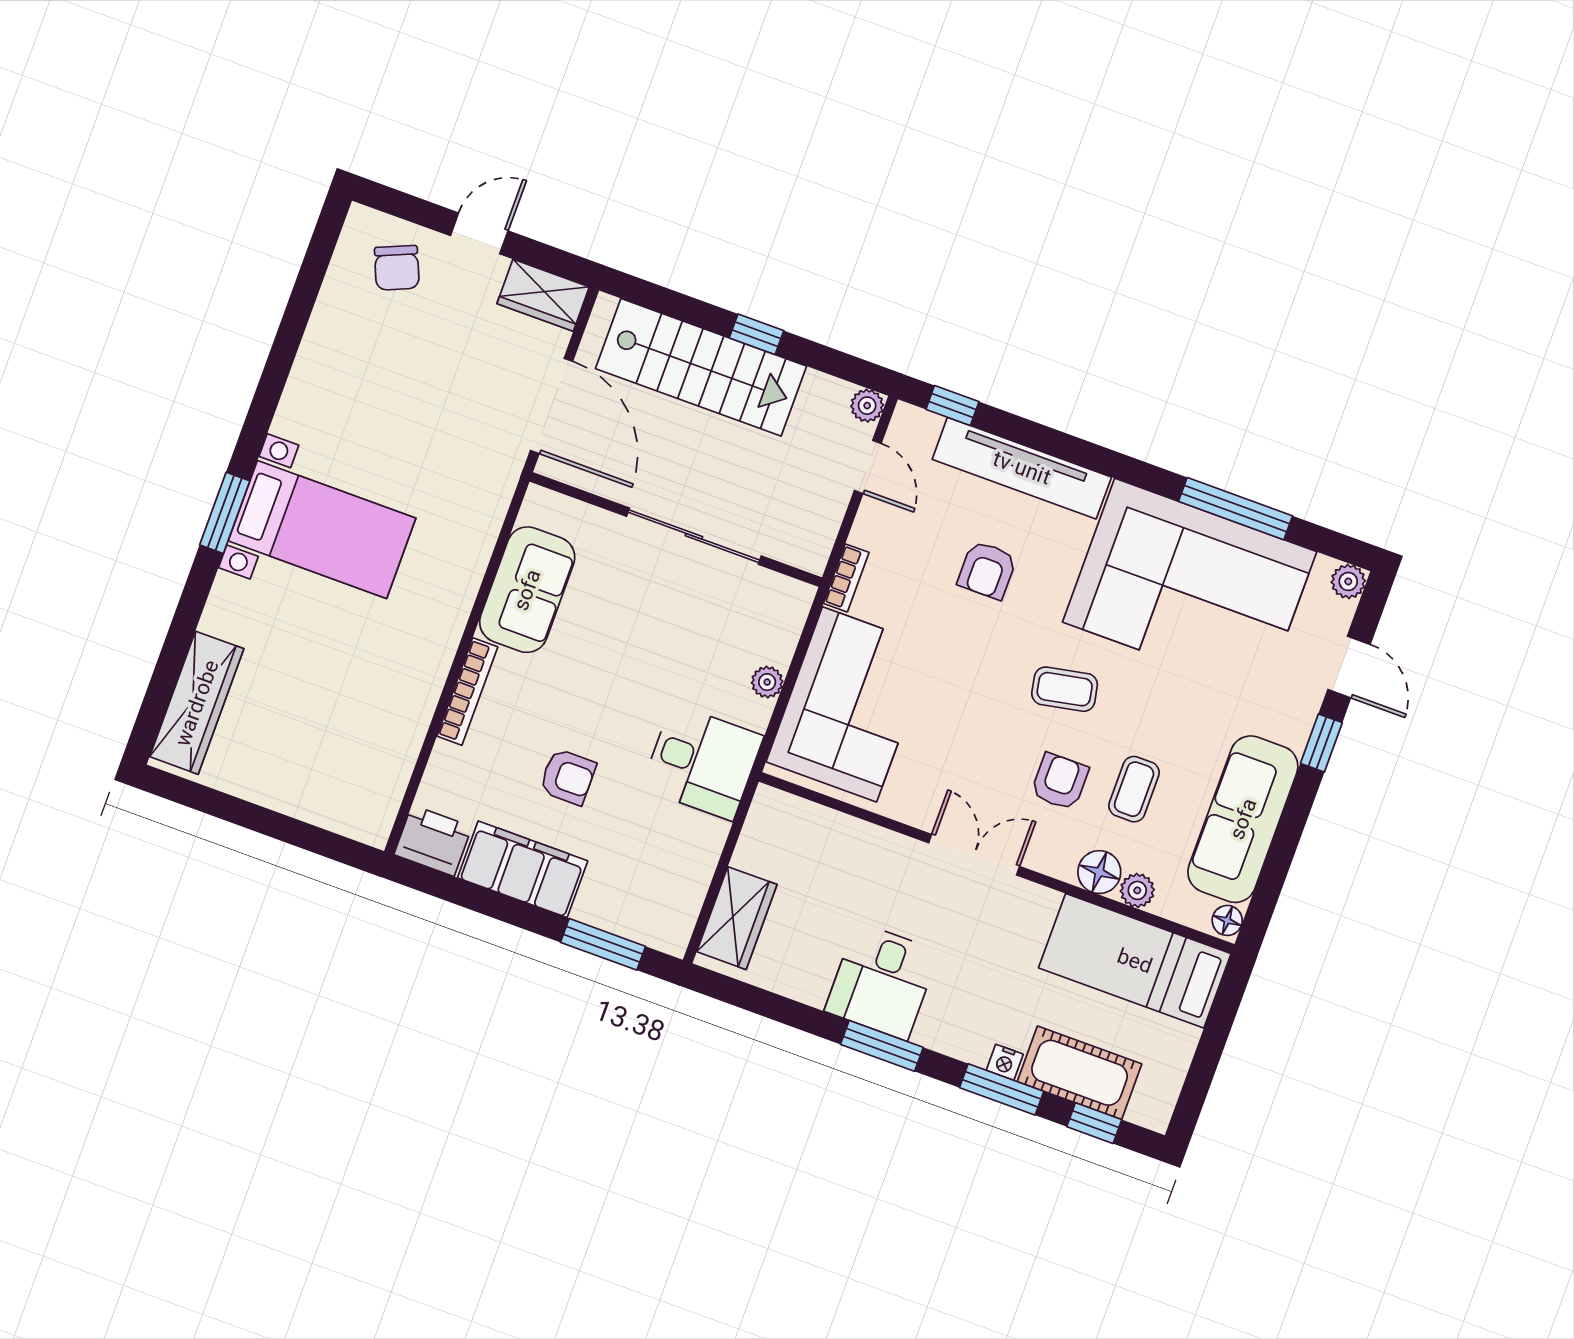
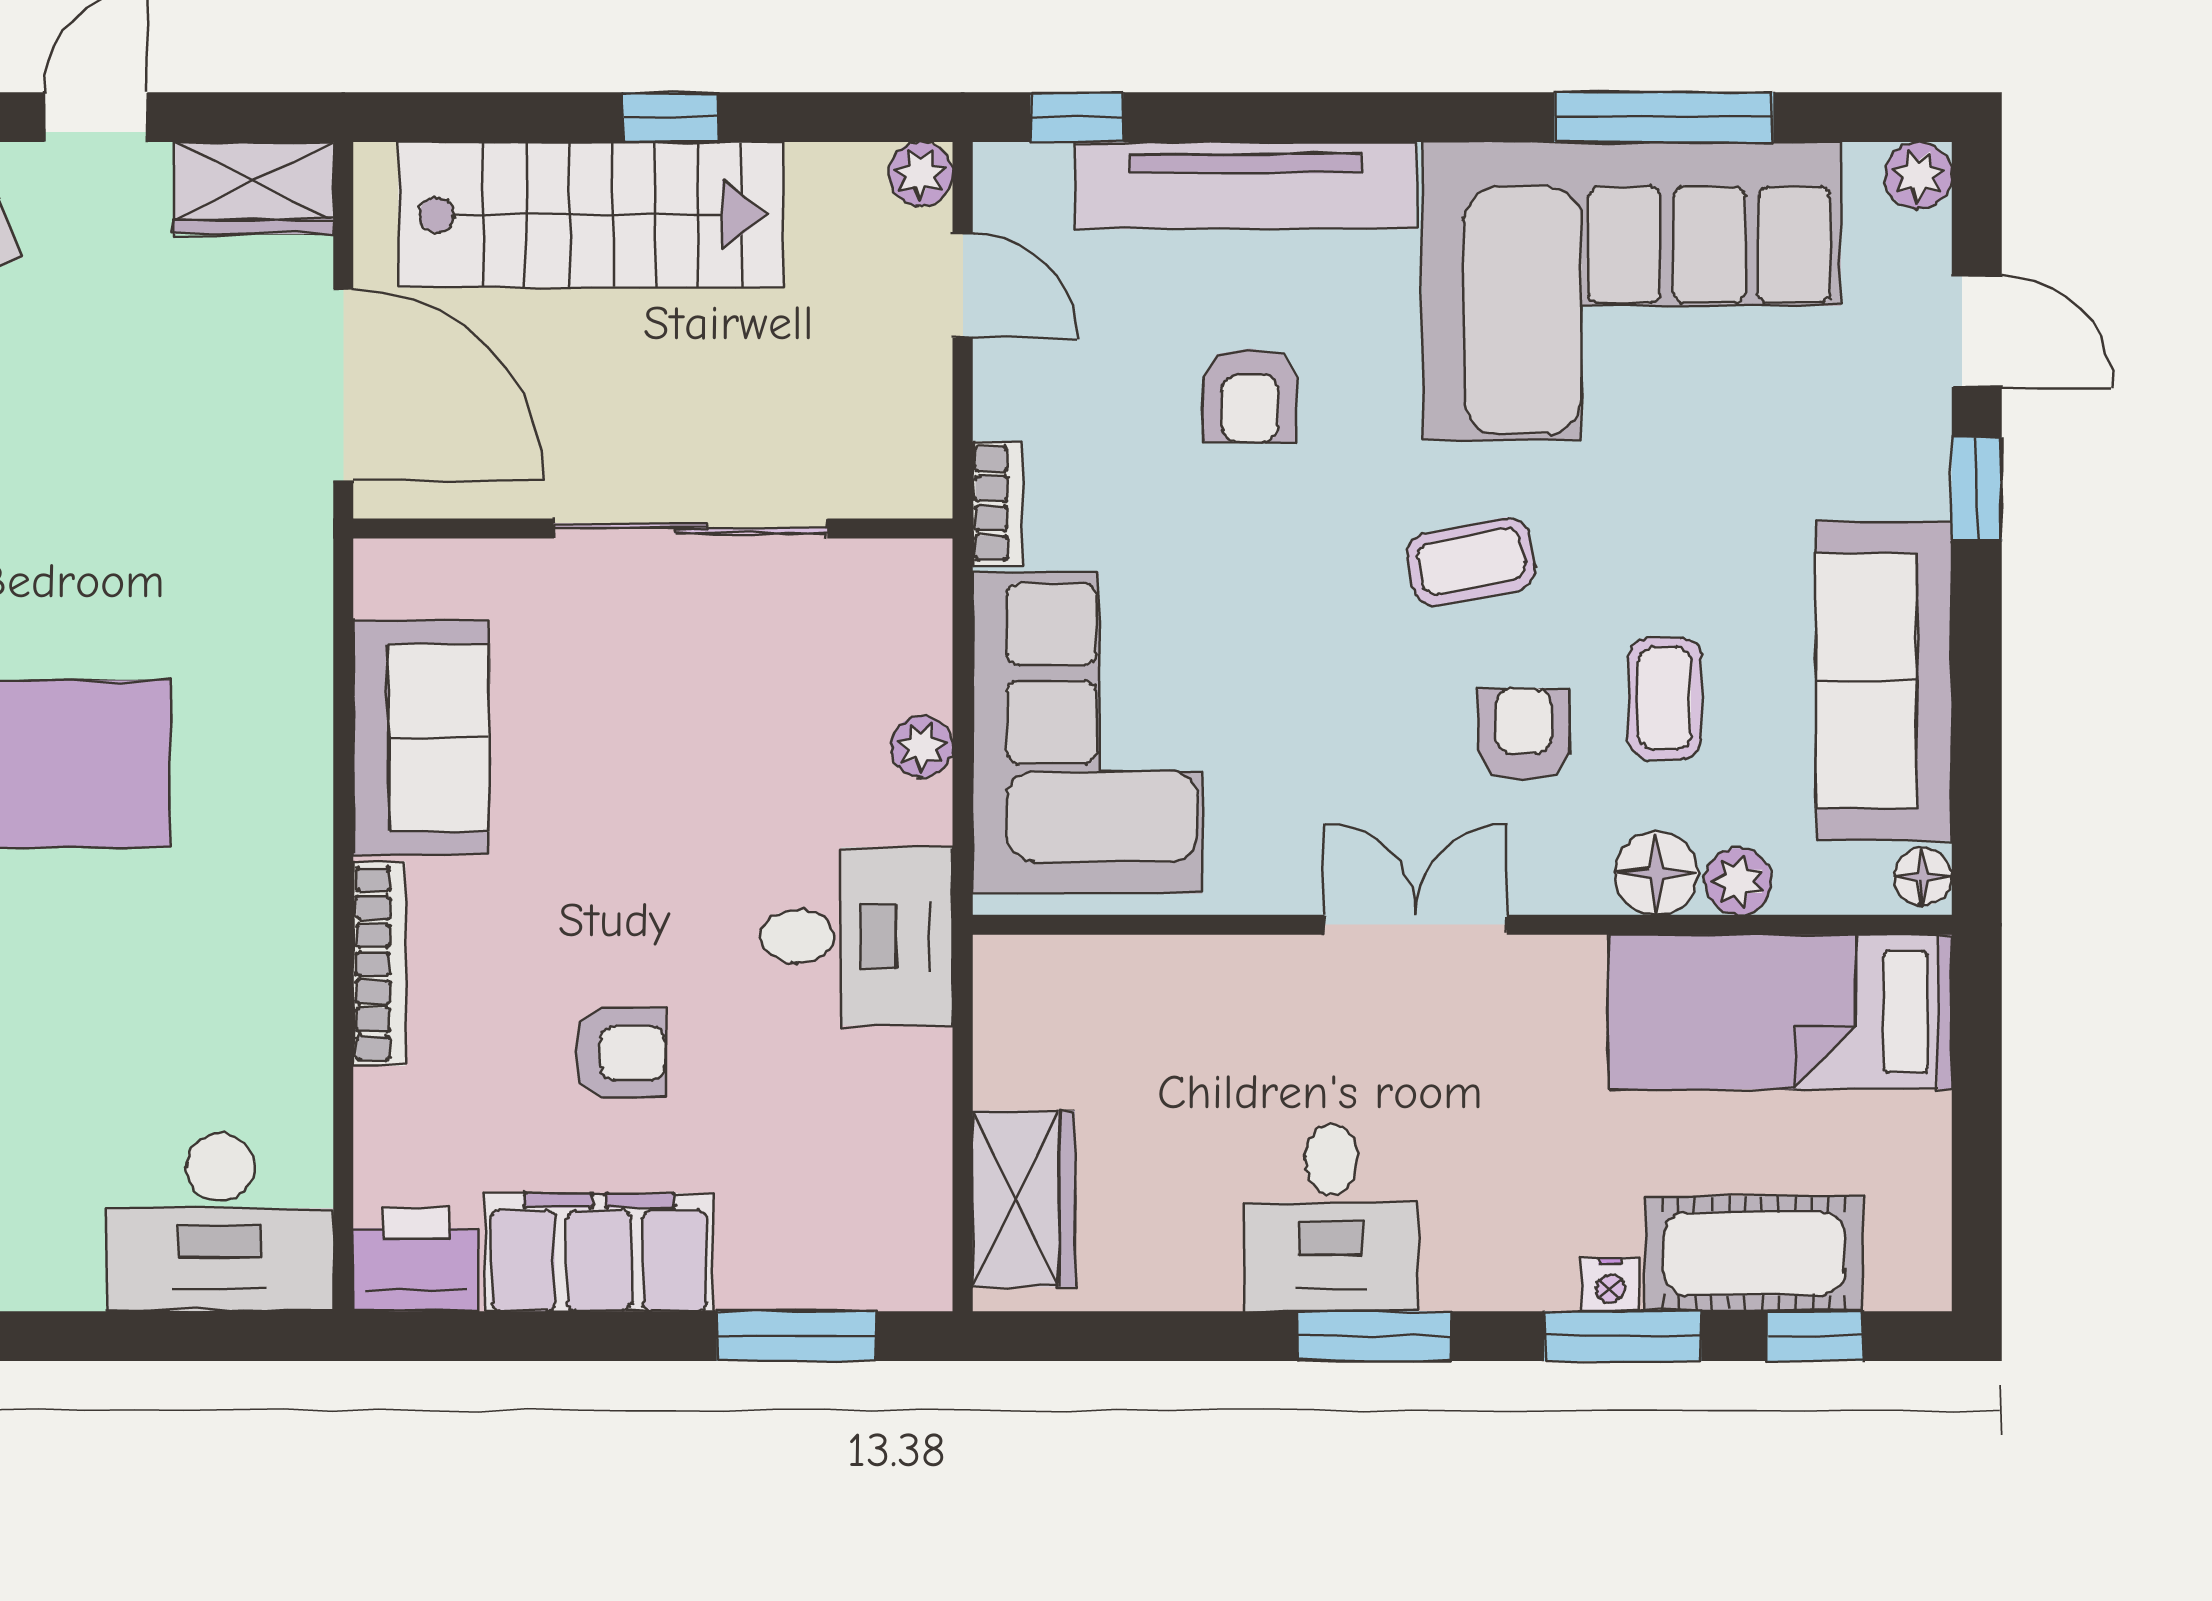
desk: (345, 788) -> (220, 1222), added

